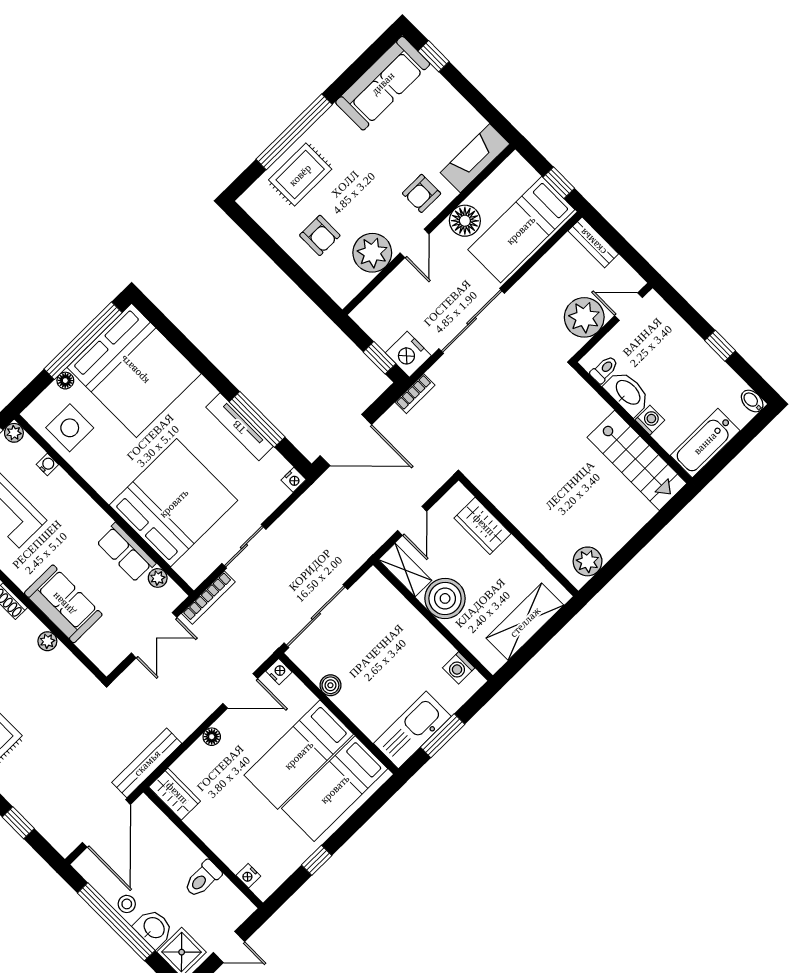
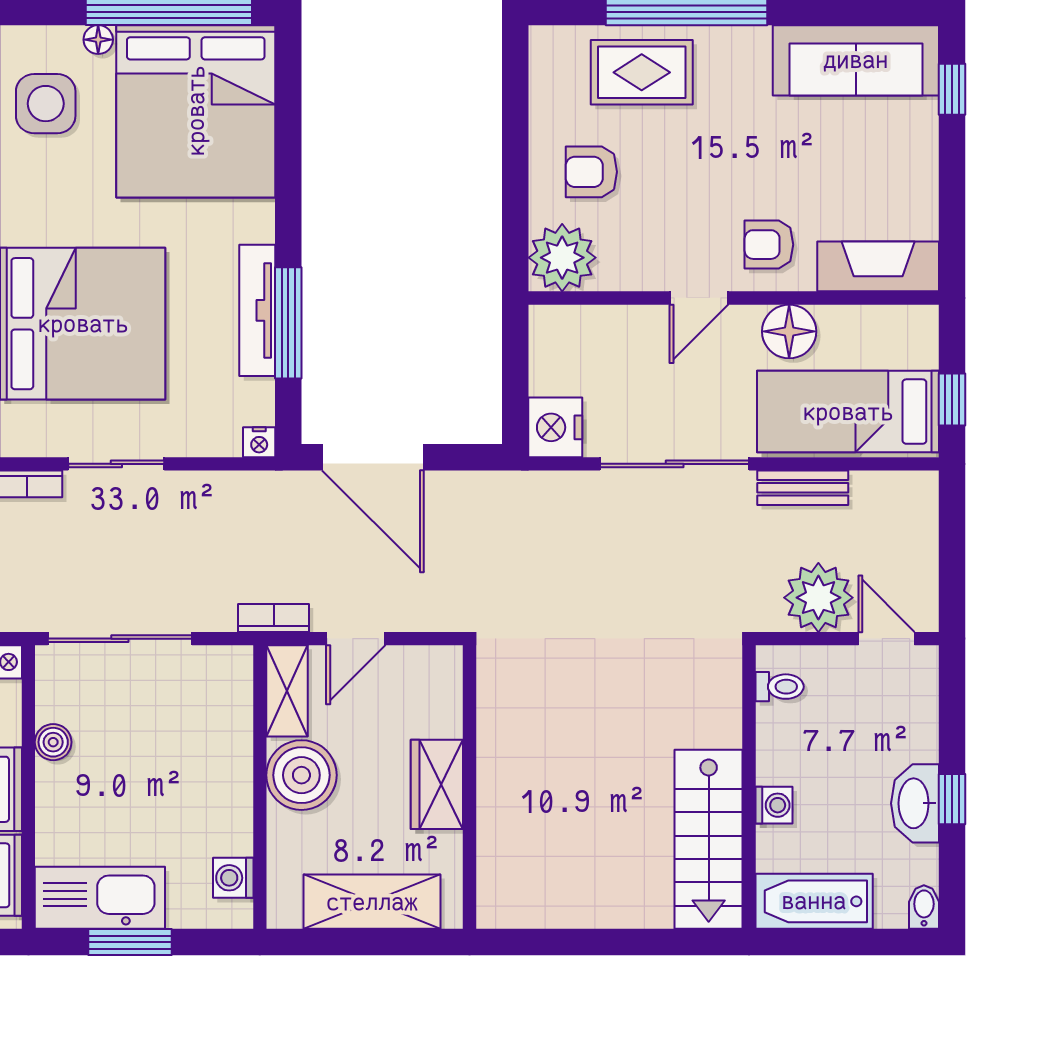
armchair: (320, 235) -> (591, 172), turned 90
bench: (593, 242) -> (803, 488), moved, turned 90
plant: (372, 253) -> (562, 258), moved
window: (380, 358) -> (515, 397), removed
washbasin: (627, 393) -> (915, 803), moved, turned 180
bookcase: (415, 394) -> (274, 618), moved, turned 180
wardrobe: (482, 526) -> (437, 784), moved
plant: (588, 561) -> (523, 904), removed

